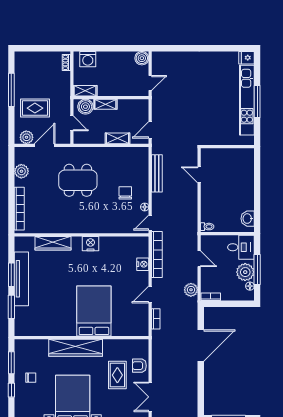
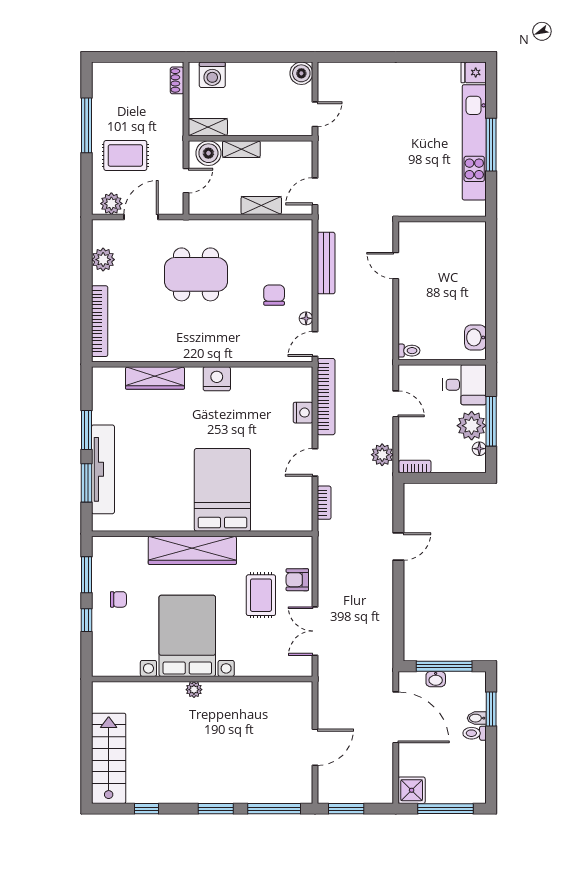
door: (72, 123) -> (186, 181), hinge flipped
tv unit: (21, 279) -> (103, 469), moved
door: (201, 346) -> (398, 547), width x0.53

